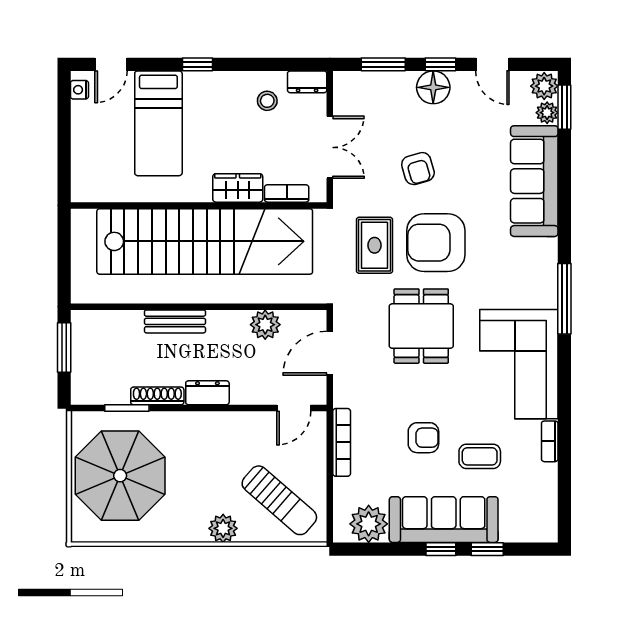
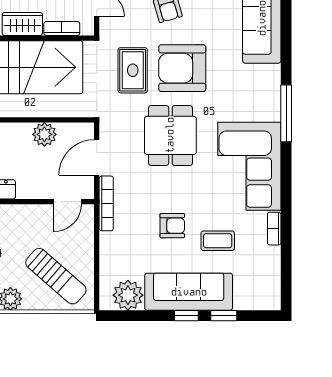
bookcase: (342, 442) -> (106, 203), moved

